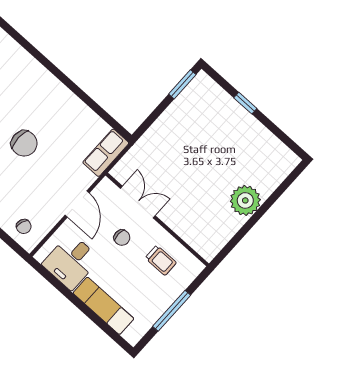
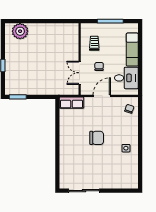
chair: (24, 143) -> (97, 138), turned 90
plant: (245, 200) -> (20, 31), moved

